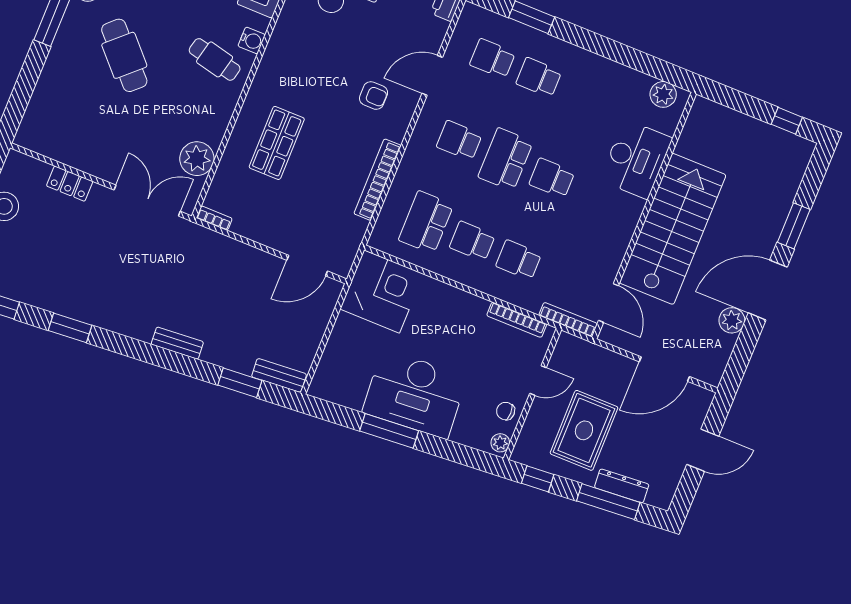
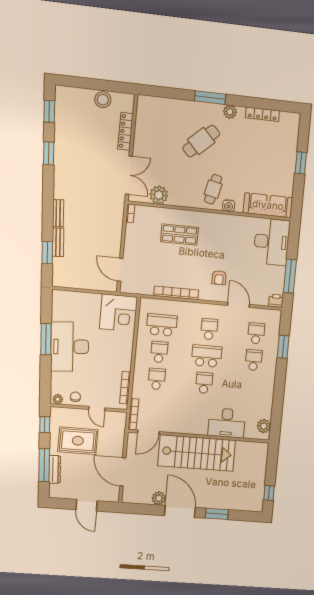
locker: (70, 184) -> (125, 131), width x1.53
bench: (279, 375) -> (58, 242), moved

